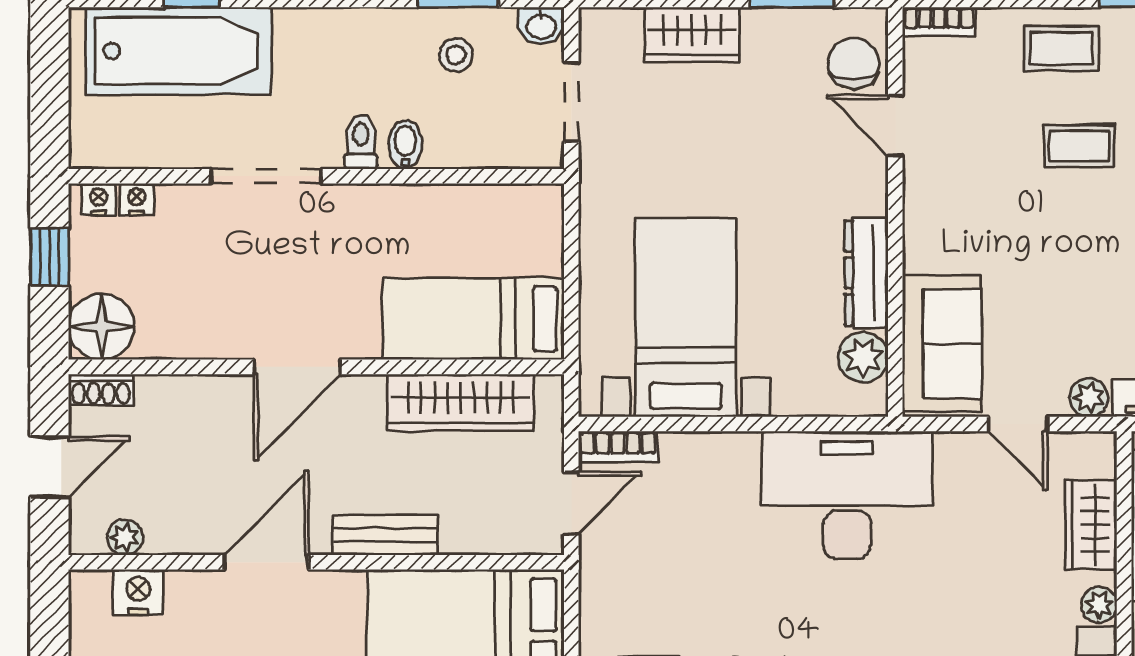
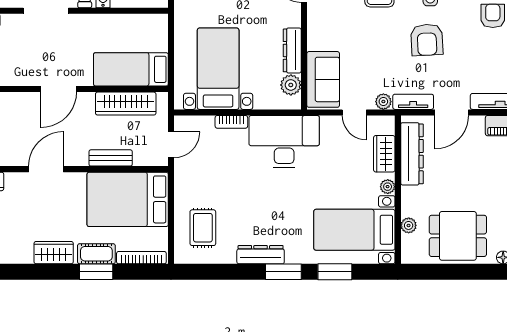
bookcase: (618, 447) -> (231, 122), moved
bench: (385, 535) -> (111, 158), moved

